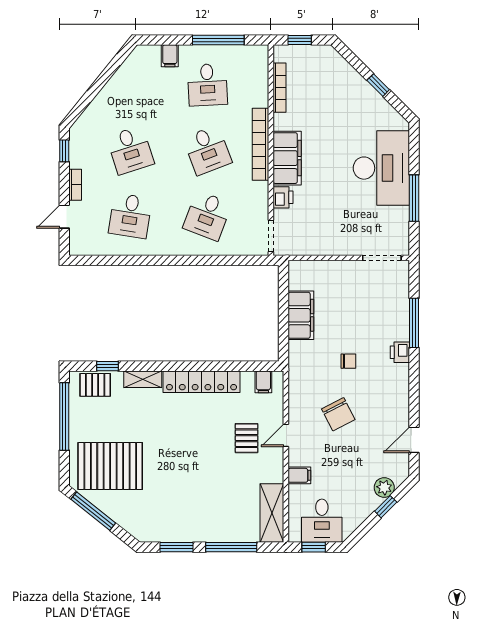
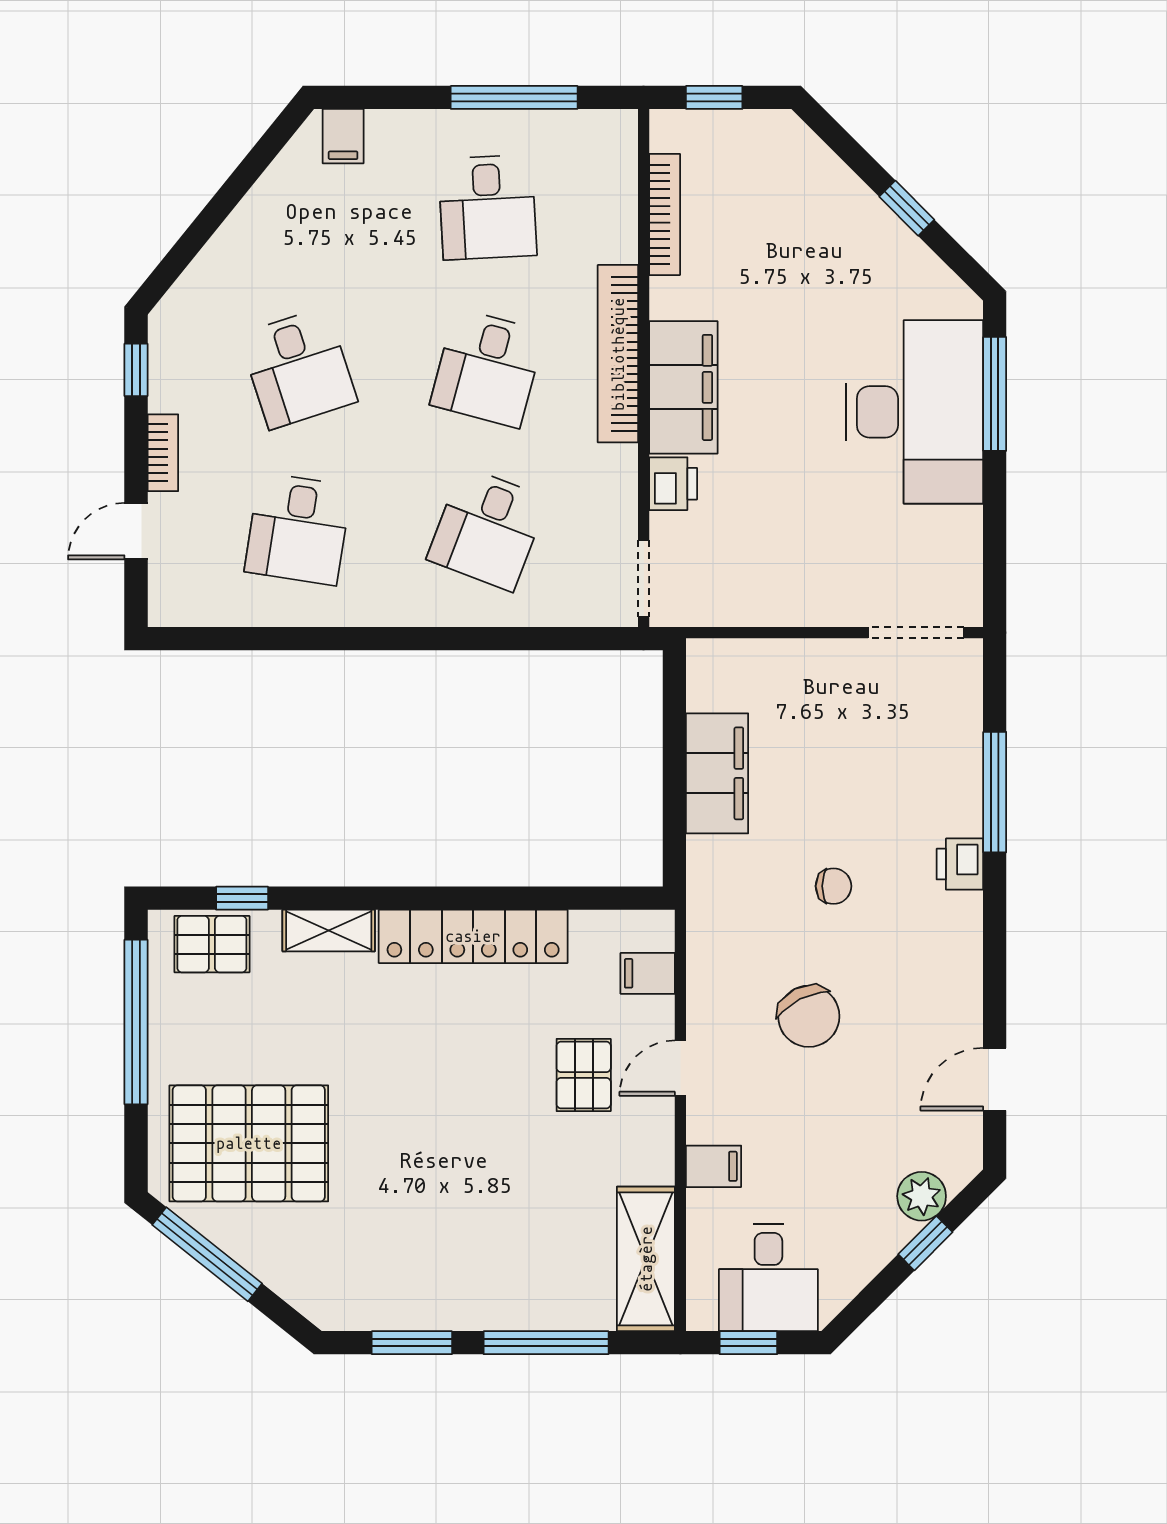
filing cabinet: (170, 56) -> (343, 136), moved
desk: (207, 150) -> (487, 368), turned 36
window: (414, 198) -> (995, 394), moved
filing cabinet: (263, 382) -> (648, 973), moved, turned 90

